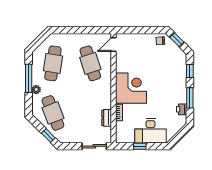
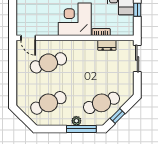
cafe table: (53, 63) -> (48, 103), turned -33
window: (29, 78) -> (81, 129), moved
window: (48, 136) -> (118, 116), moved

